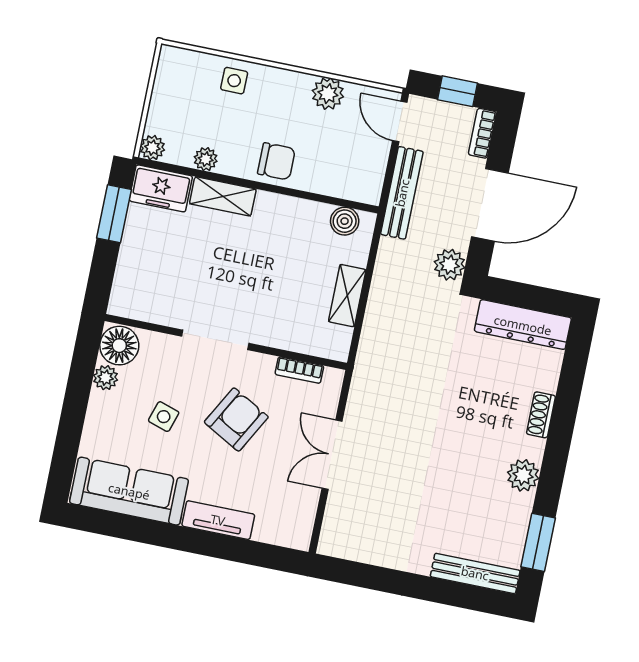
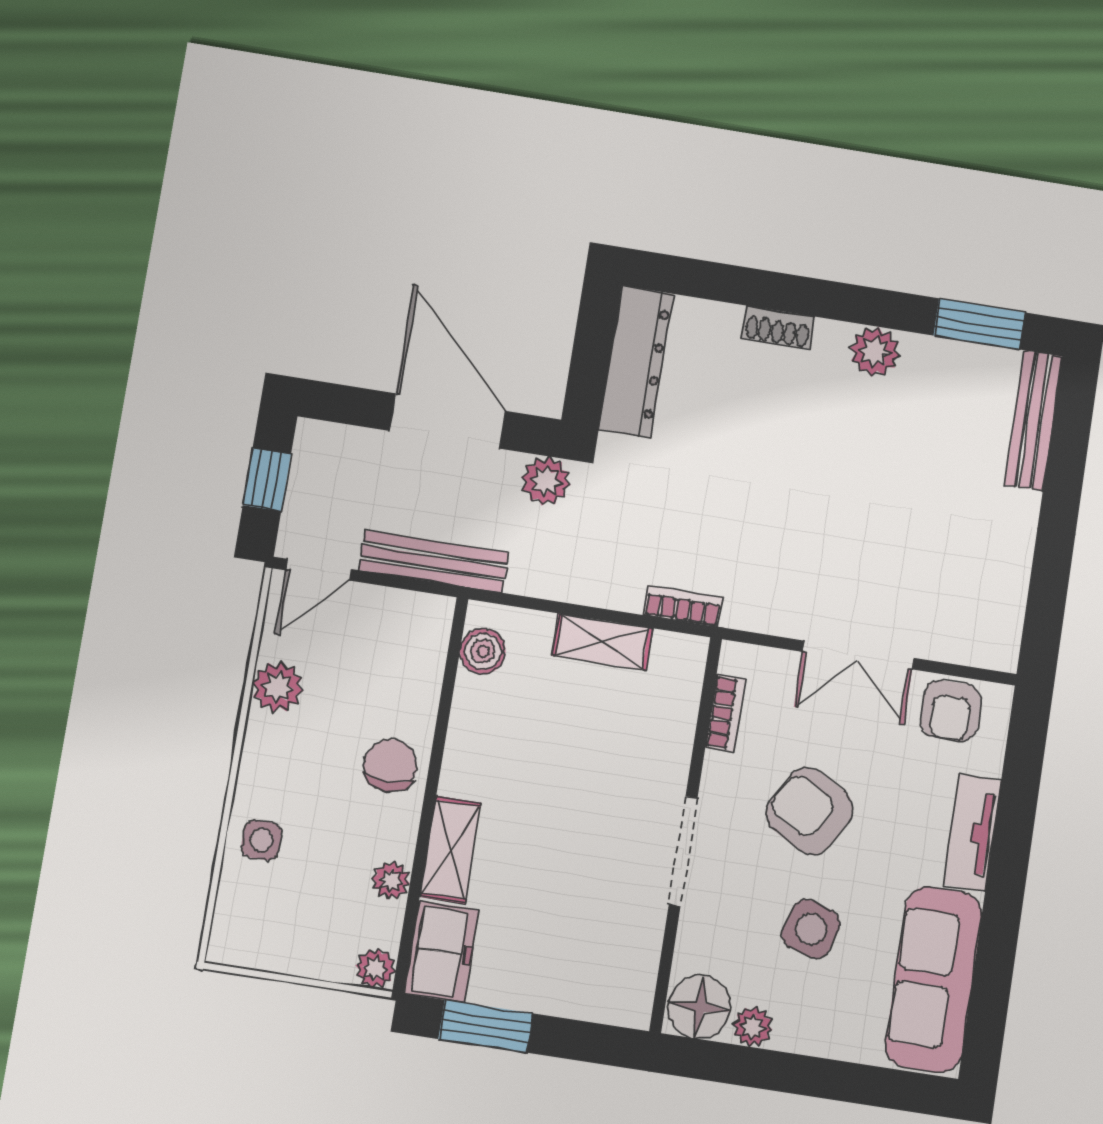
bookcase: (482, 133) -> (683, 606), moved, turned 180
side table: (164, 417) -> (811, 929), width x1.37, depth x1.37
armchair: (295, 511) -> (951, 711), added

